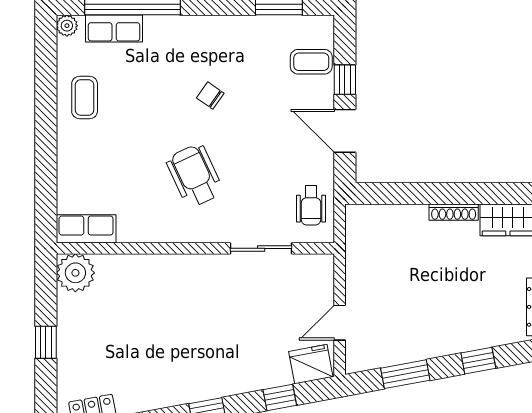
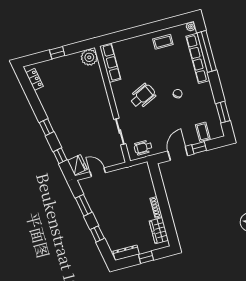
row of seats: (114, 29) -> (198, 58), width x2.02
row of seats: (86, 229) -> (110, 63), width x1.48

